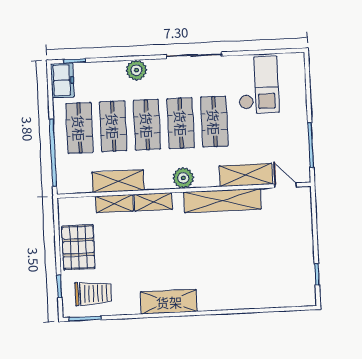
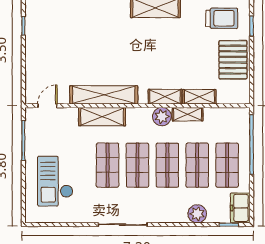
plant: (136, 70) -> (197, 214), moved
checkout: (258, 85) -> (55, 181), moved
shelving: (246, 175) -> (102, 117), moved
plant: (183, 178) -> (162, 117), moved
shelving: (118, 181) -> (188, 114), width x0.67, depth x0.75
door: (285, 185) -> (47, 106), swing flipped
trolley: (93, 293) -> (222, 18), turned 180

